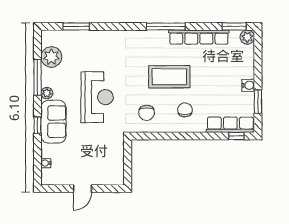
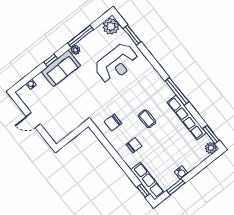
plant: (51, 57) -> (111, 26), moved
coffee table: (169, 77) -> (147, 119), width x0.54, depth x0.58
reception desk: (97, 97) -> (116, 63), moved

